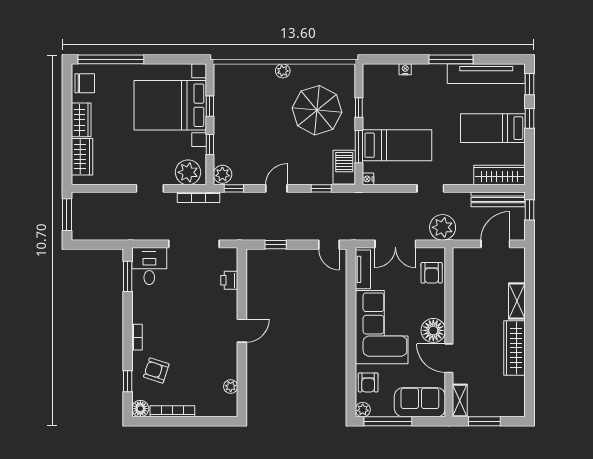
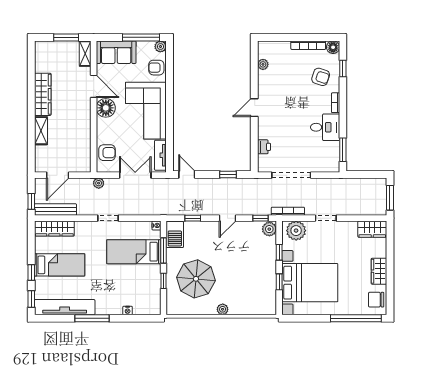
wardrobe: (82, 157) -> (372, 229), moved, turned -90
plant: (443, 227) -> (99, 183), width x0.53, depth x0.53
desk: (149, 266) -> (325, 127), moved, turned -90
armchair: (432, 273) -> (107, 153), turned 90
armchair: (368, 382) -> (156, 68), turned -90

